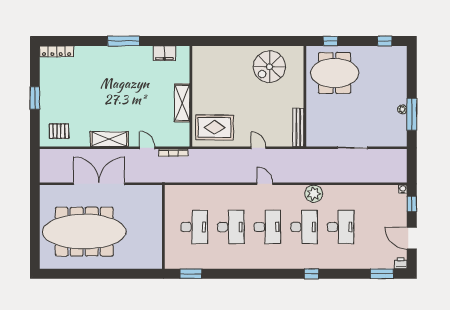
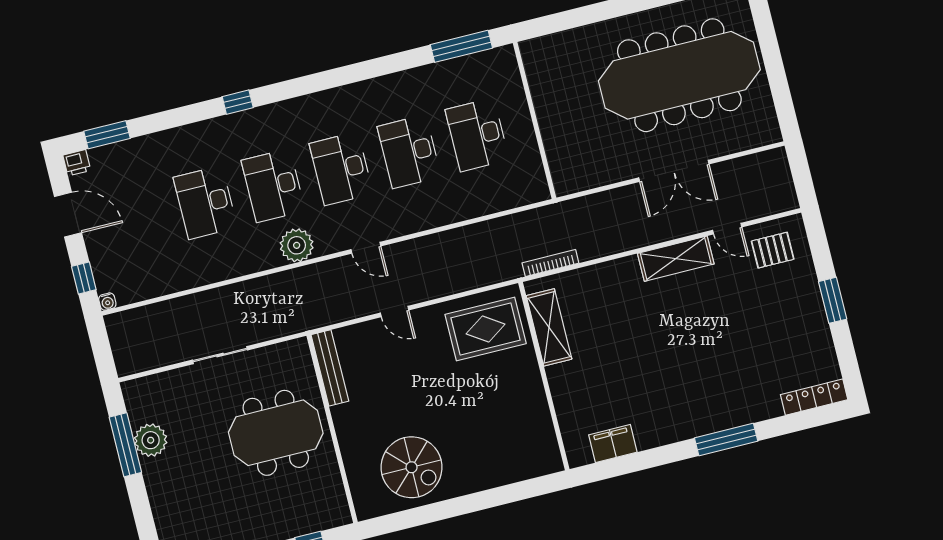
window: (124, 41) -> (726, 440), moved
spiral stairs: (269, 67) -> (412, 467), turned 90
meeting table: (335, 73) -> (276, 433), moved
shelving: (182, 103) -> (549, 327), moved
plant: (402, 109) -> (151, 440), width x1.88, depth x1.88
door: (147, 148) -> (727, 229), moved
double door: (99, 184) -> (674, 171), width x0.73
plant: (314, 194) -> (297, 245), moved
window: (191, 274) -> (461, 46), width x1.44

